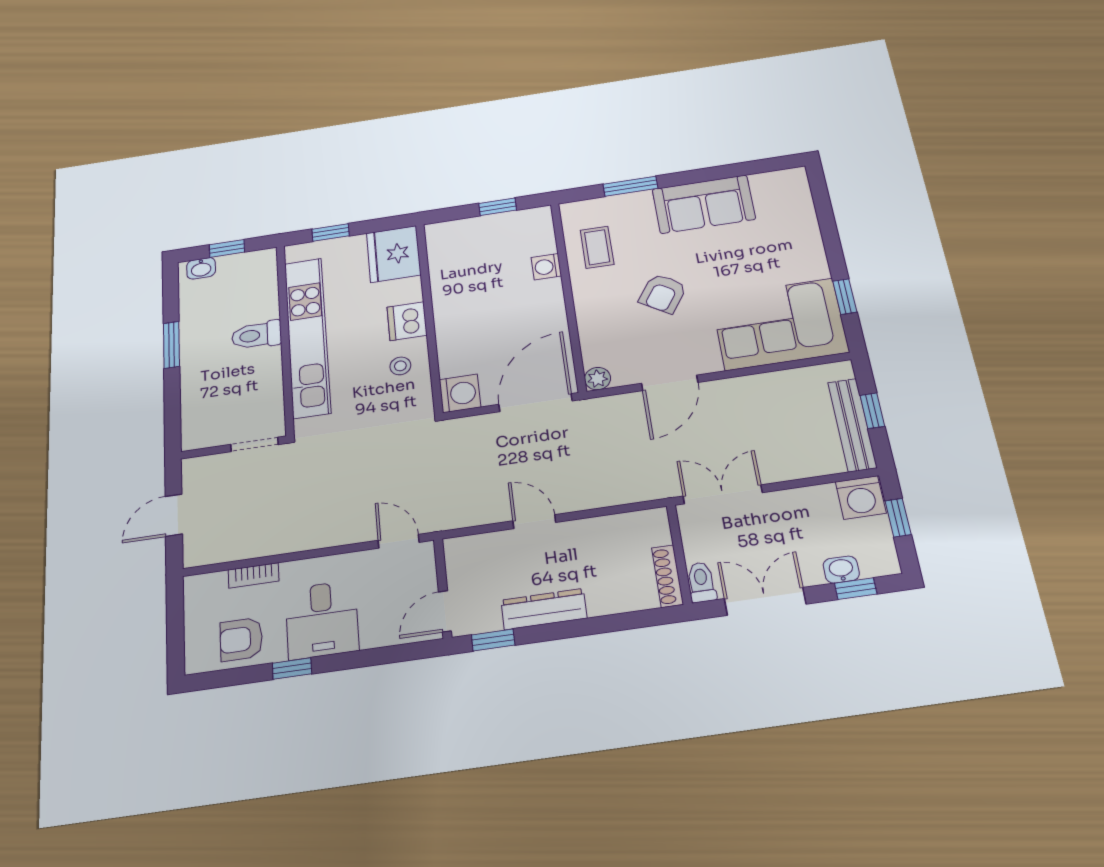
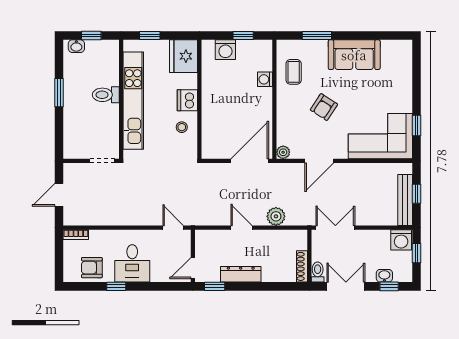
washing machine: (460, 393) -> (225, 50), moved, turned 90
plant: (600, 491) -> (276, 216), added
bookcase: (254, 575) -> (76, 235), moved

